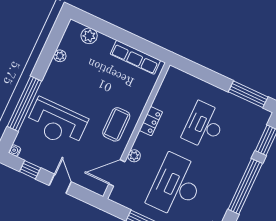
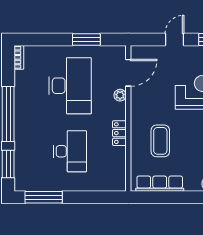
coffee table: (116, 124) -> (160, 141), moved
door: (60, 184) -> (174, 40), swing flipped

